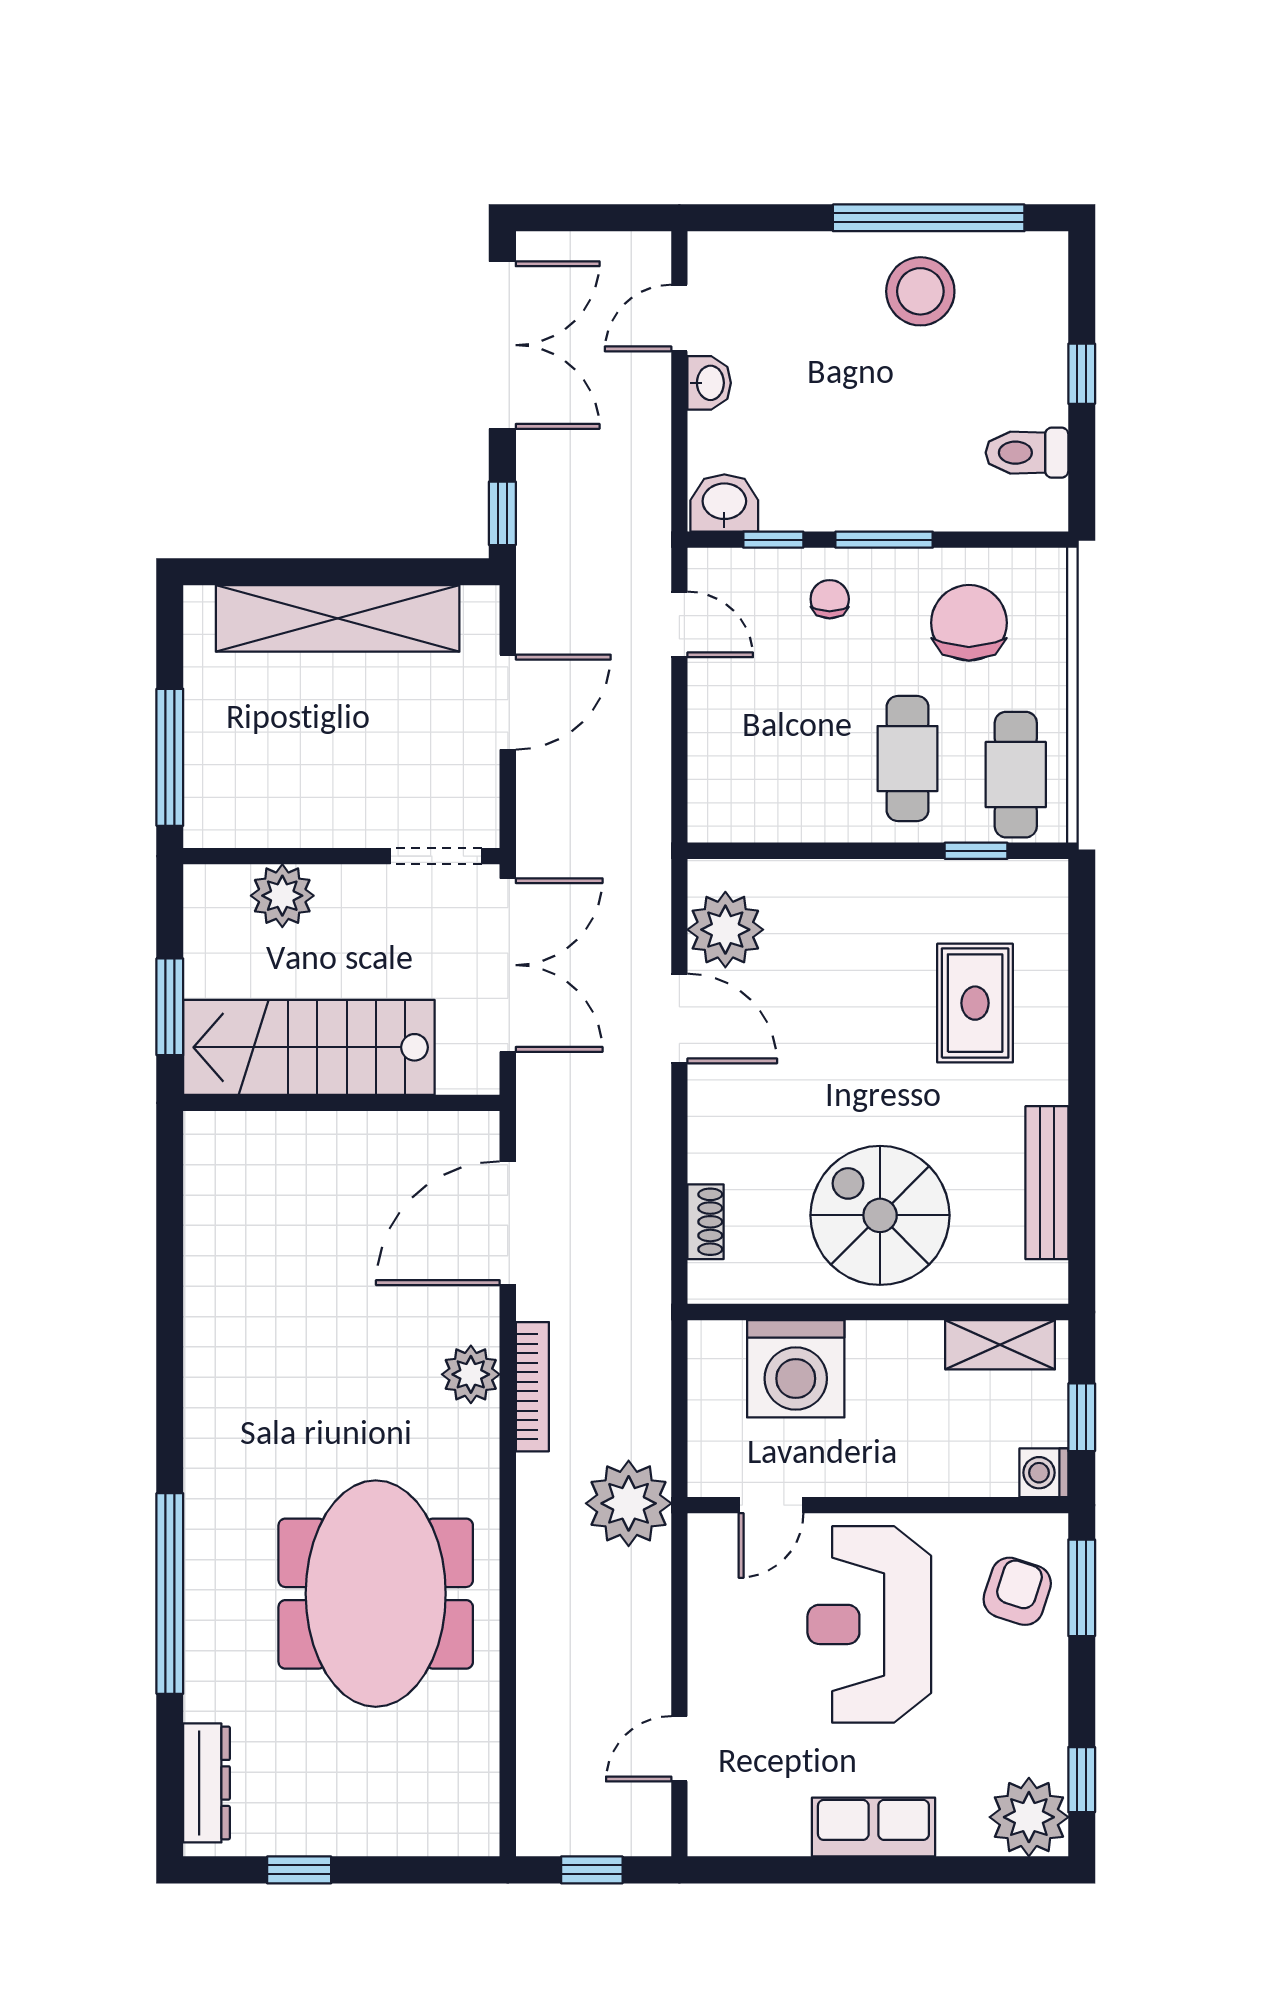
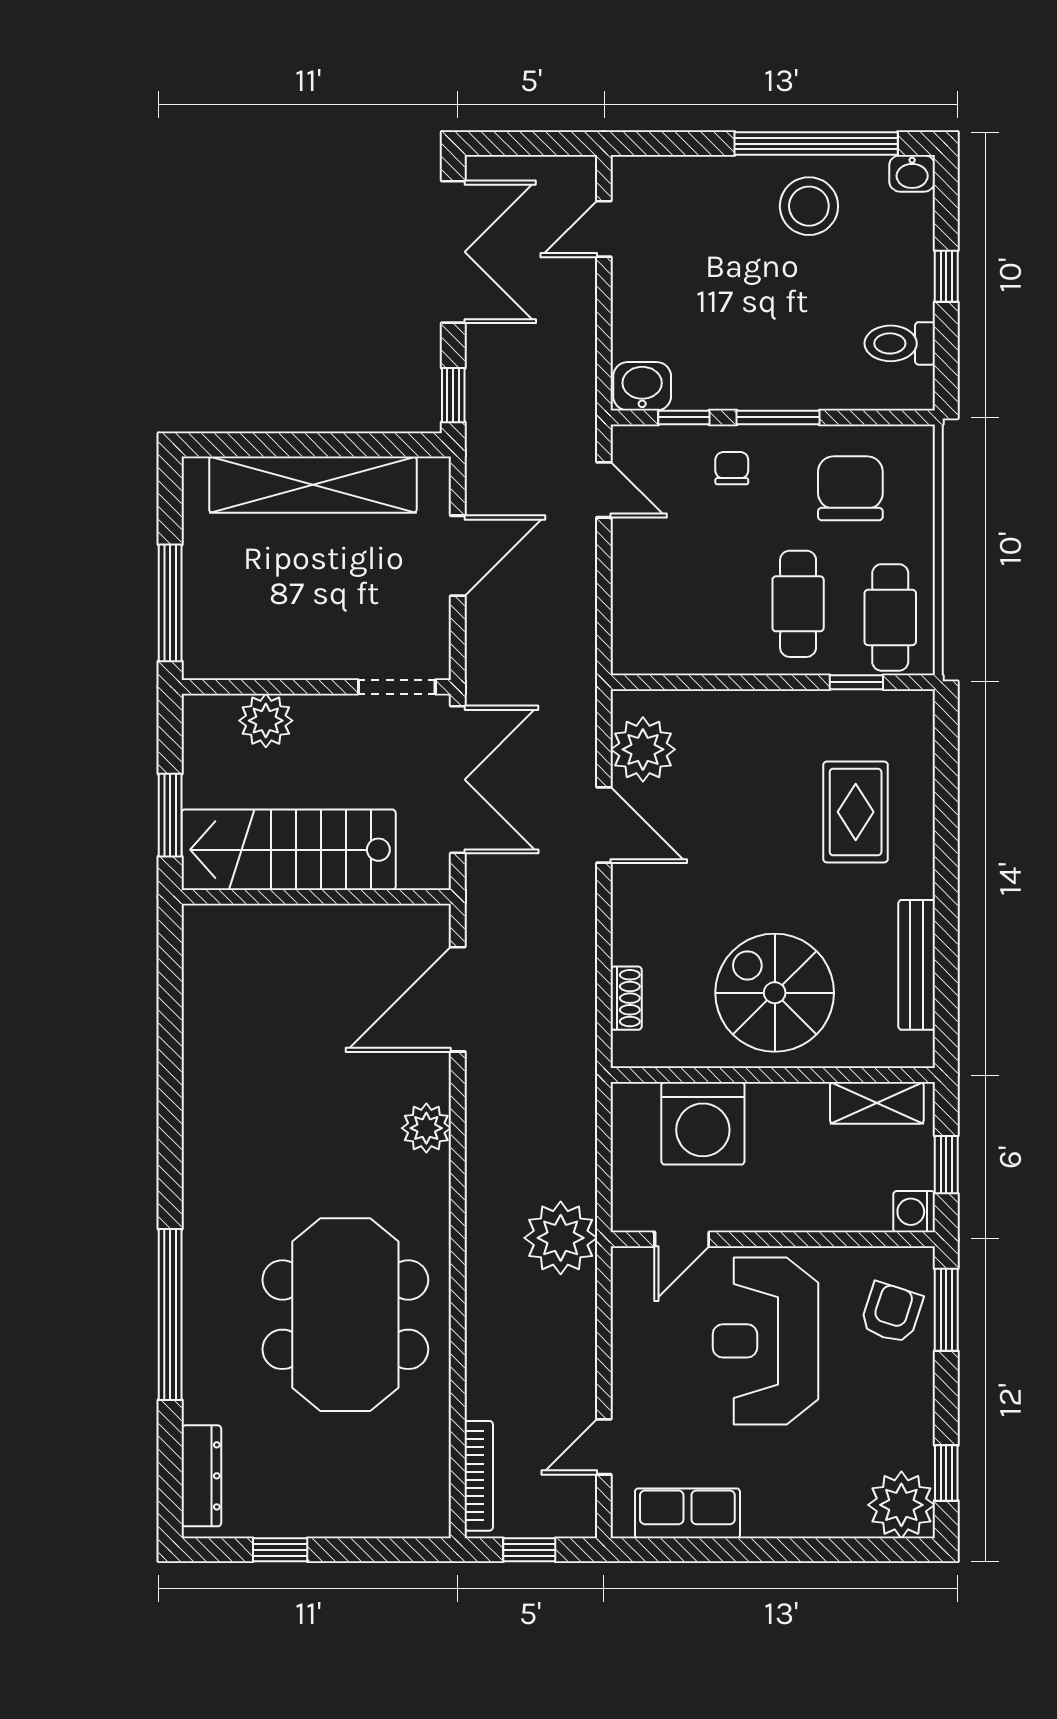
washbasin: (709, 383) -> (912, 173), moved, turned 90
bookcase: (532, 1387) -> (479, 1476), moved
row of seats: (873, 1827) -> (687, 1513), moved

